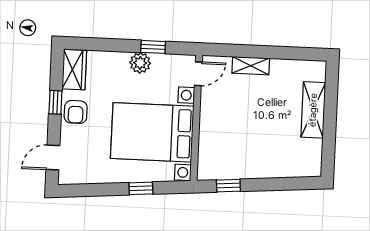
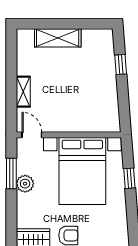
window: (153, 47) -> (11, 173), width x1.50
window: (228, 186) -> (121, 65), moved

